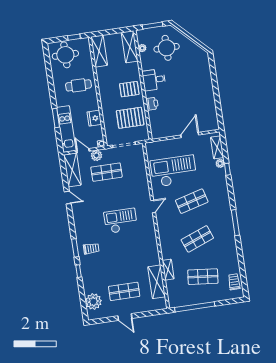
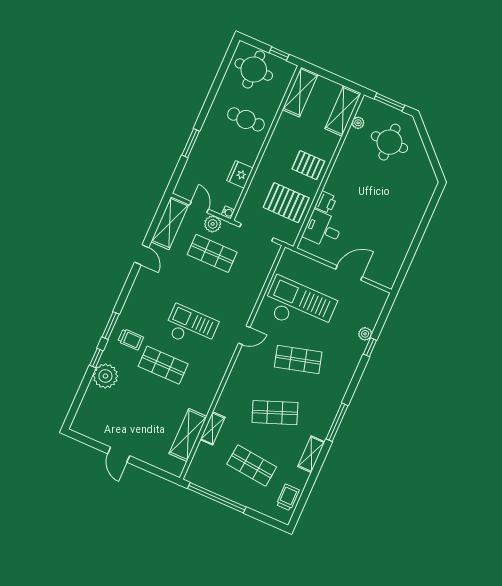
desk: (154, 80) -> (323, 229), moved
kitchen unit: (66, 129) -> (195, 166), removed
shelving: (217, 147) -> (311, 454), moved
shop shelf: (124, 291) -> (163, 365), moved
plant: (93, 302) -> (105, 376), moved

